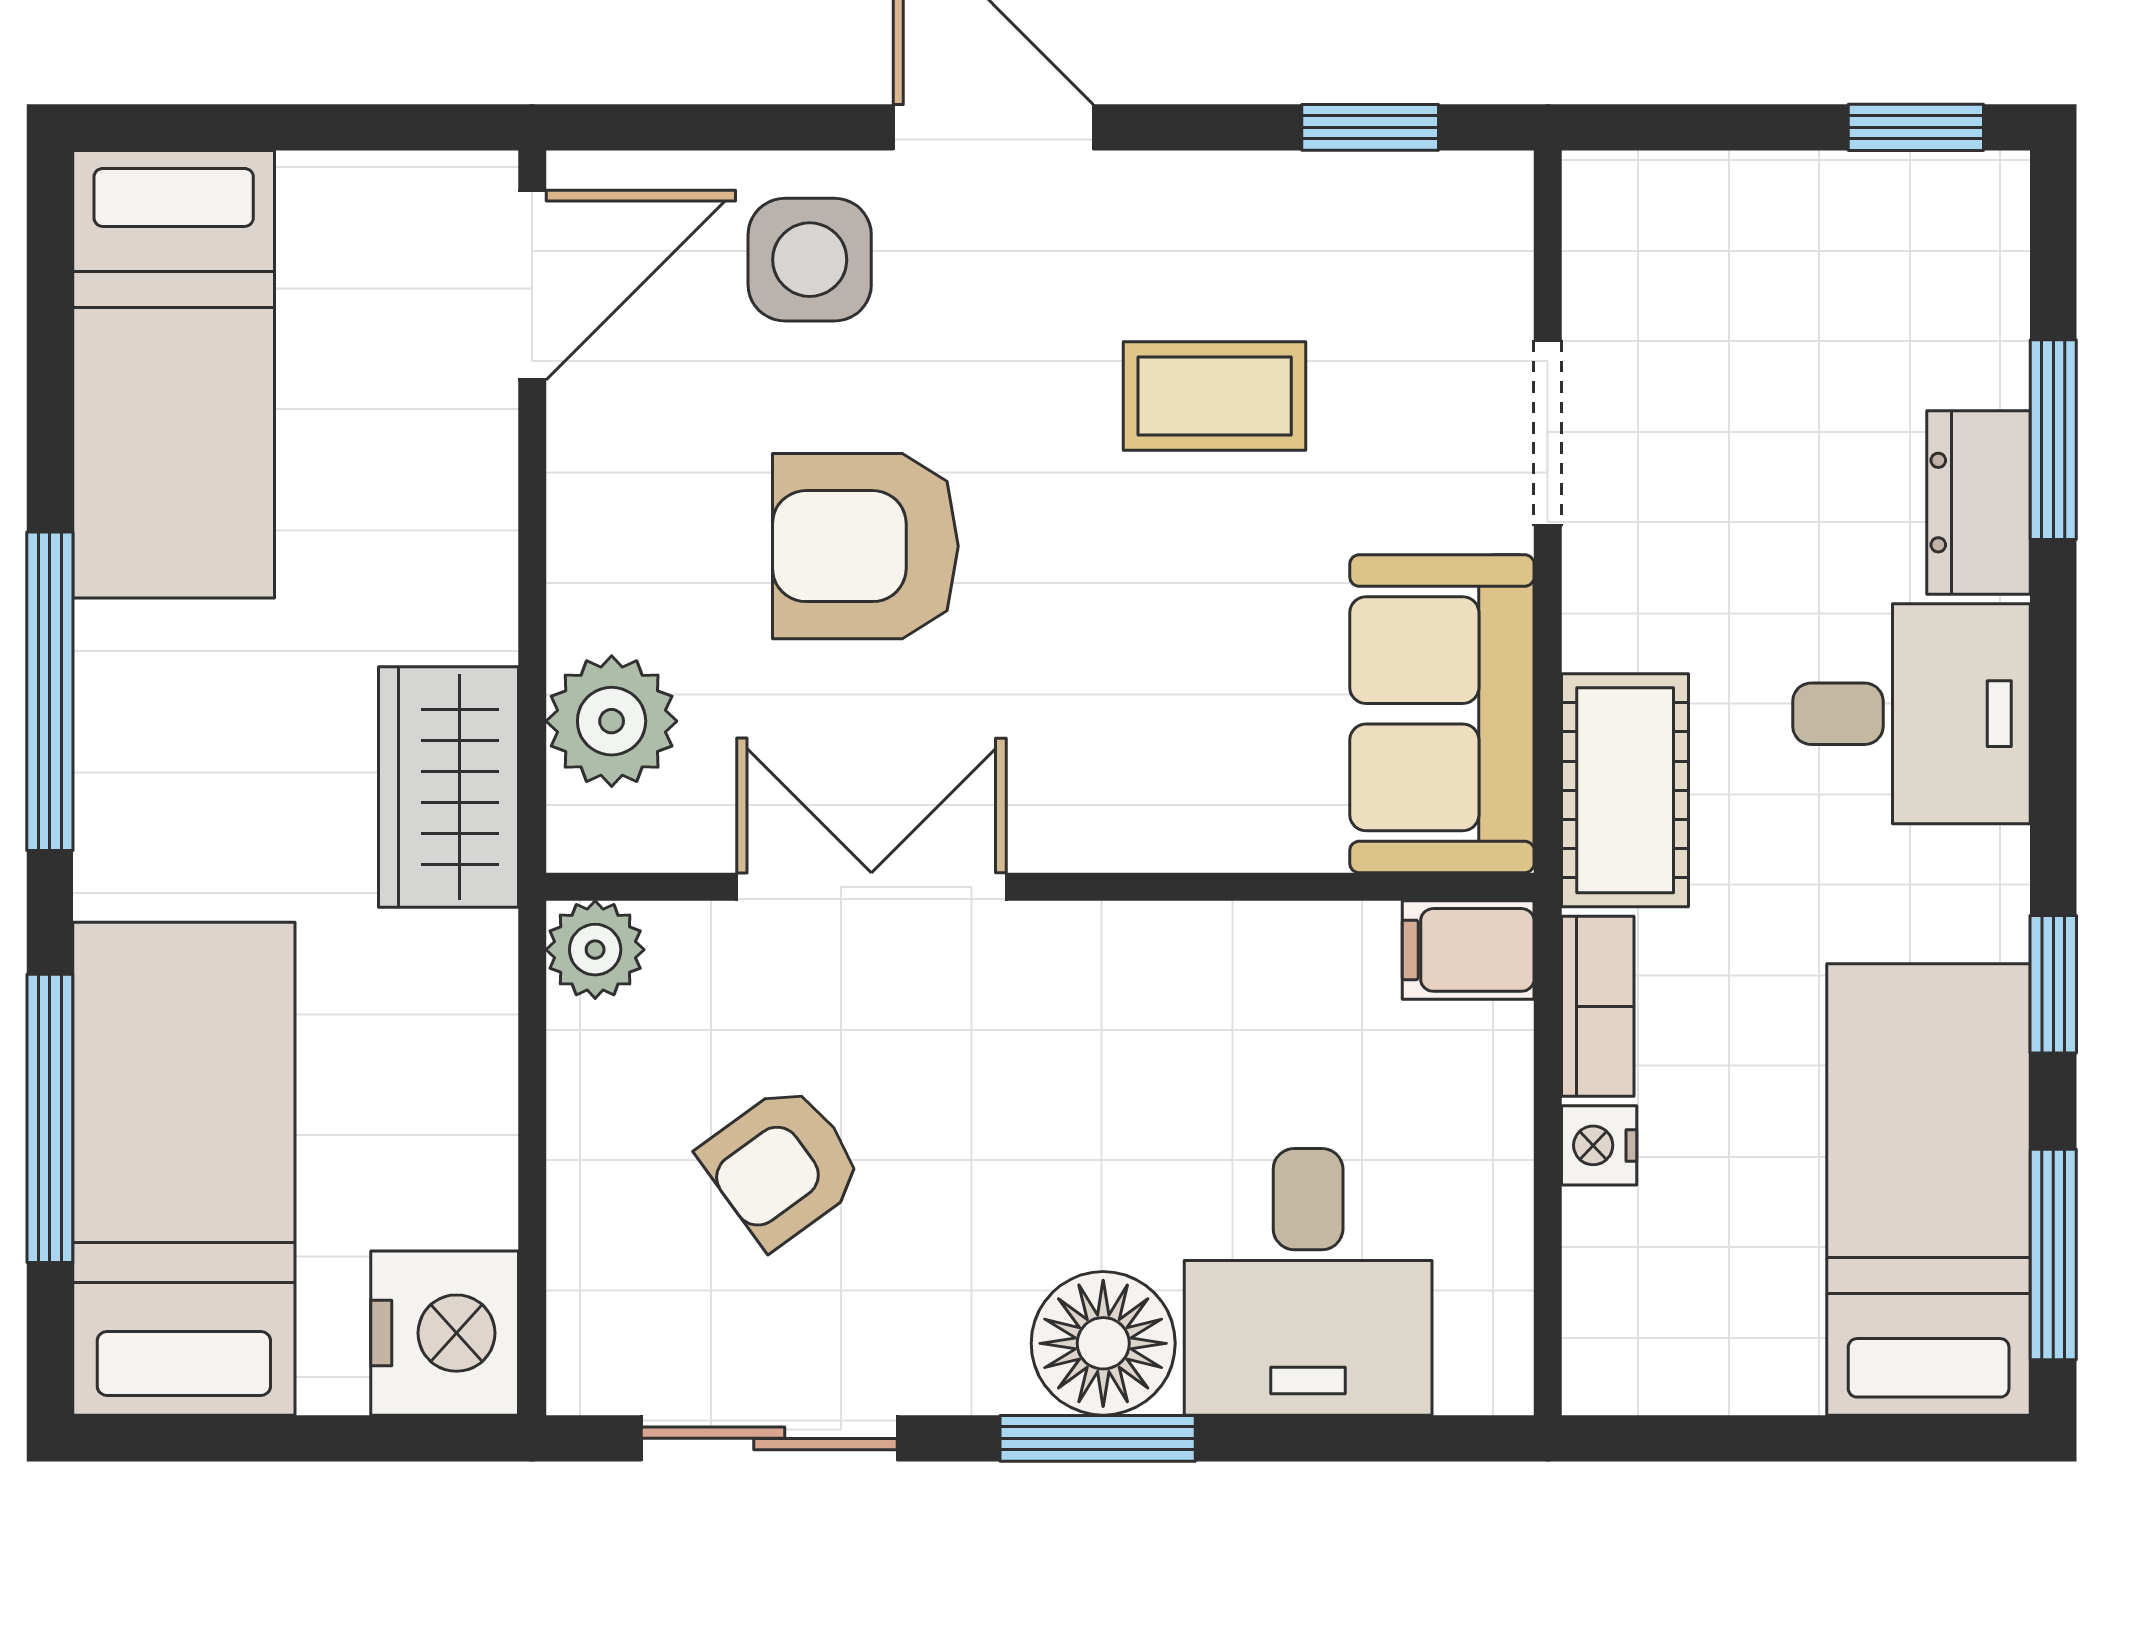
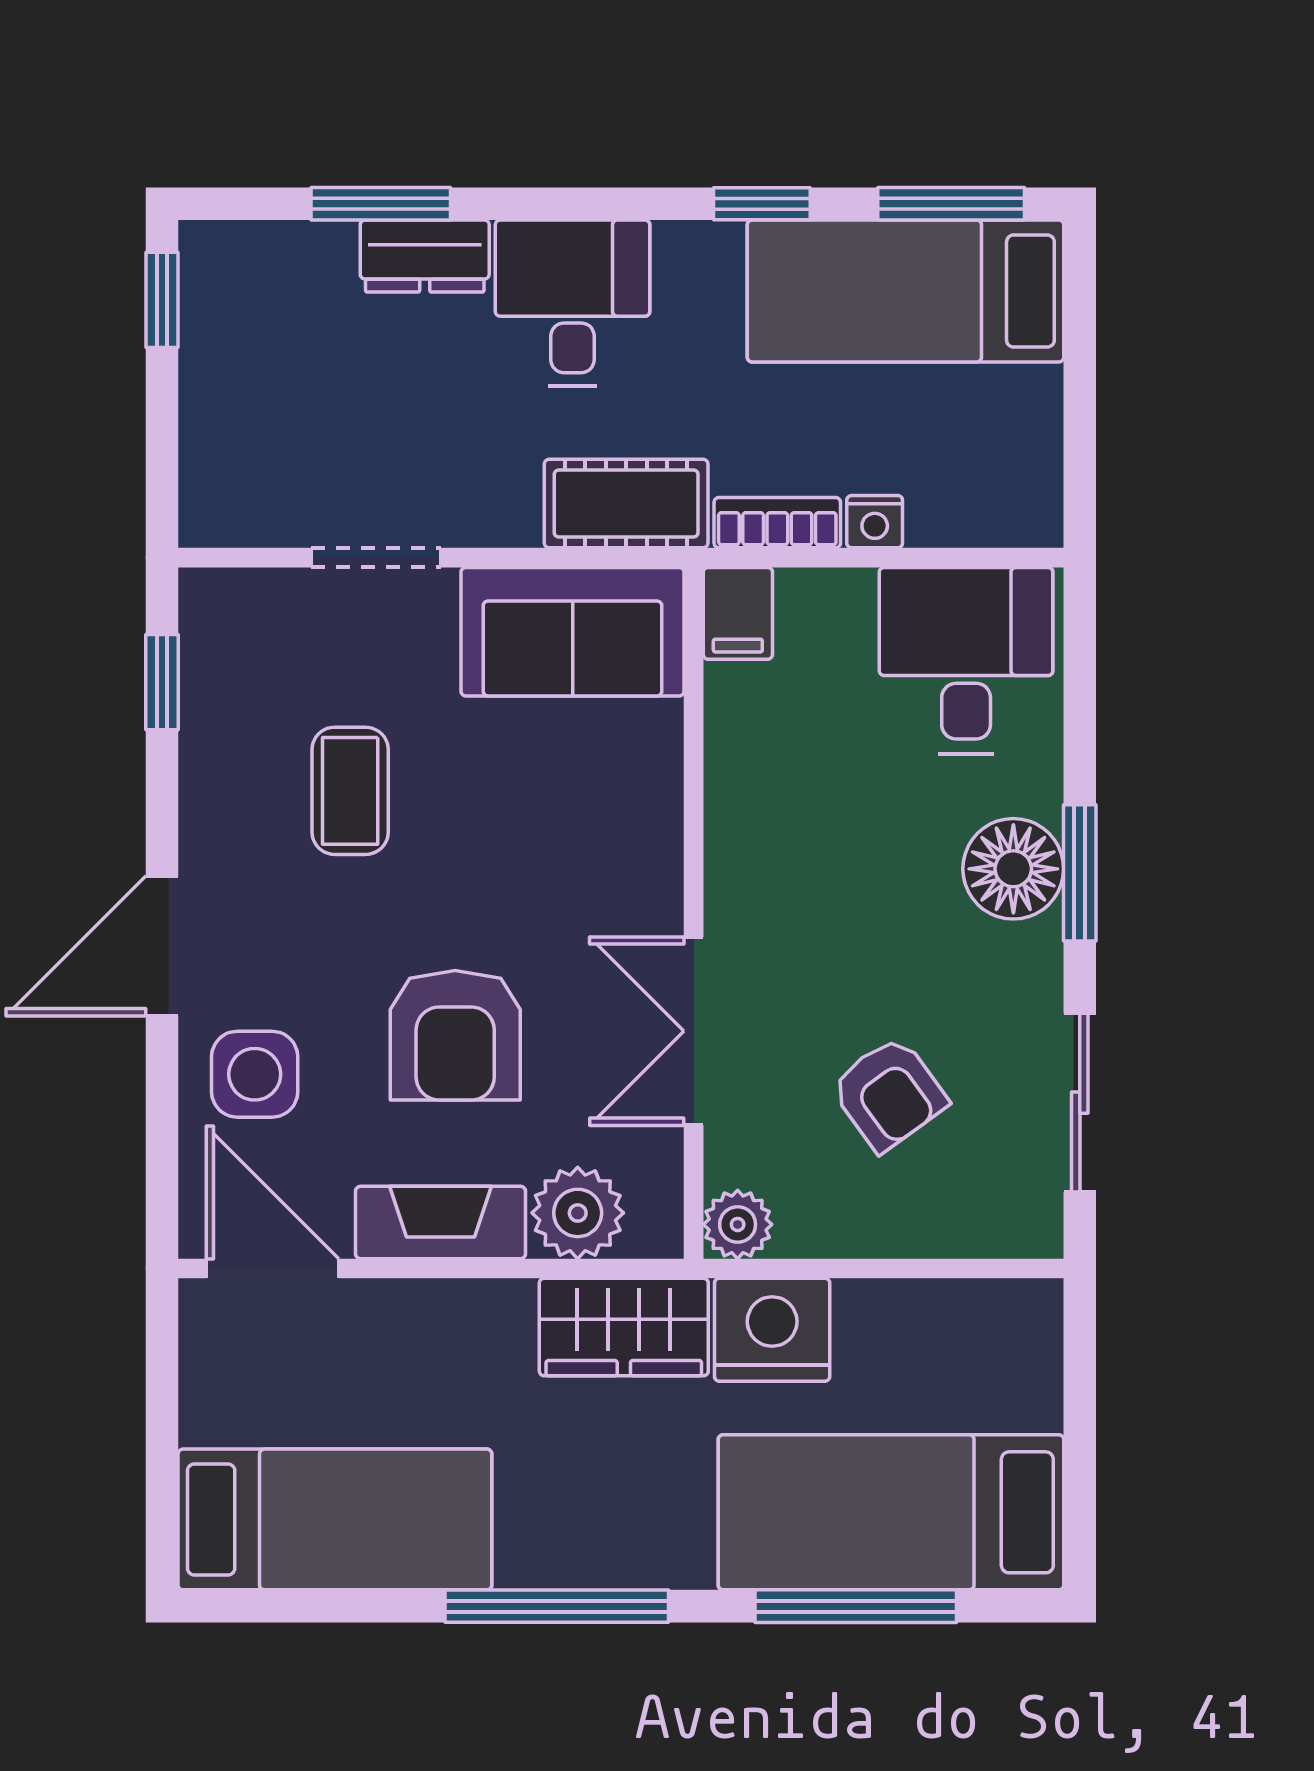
fireplace: (598, 525) -> (441, 1223), added
desk: (1308, 1282) -> (966, 661), moved, turned -90
nightstand: (445, 1333) -> (772, 1330), moved

